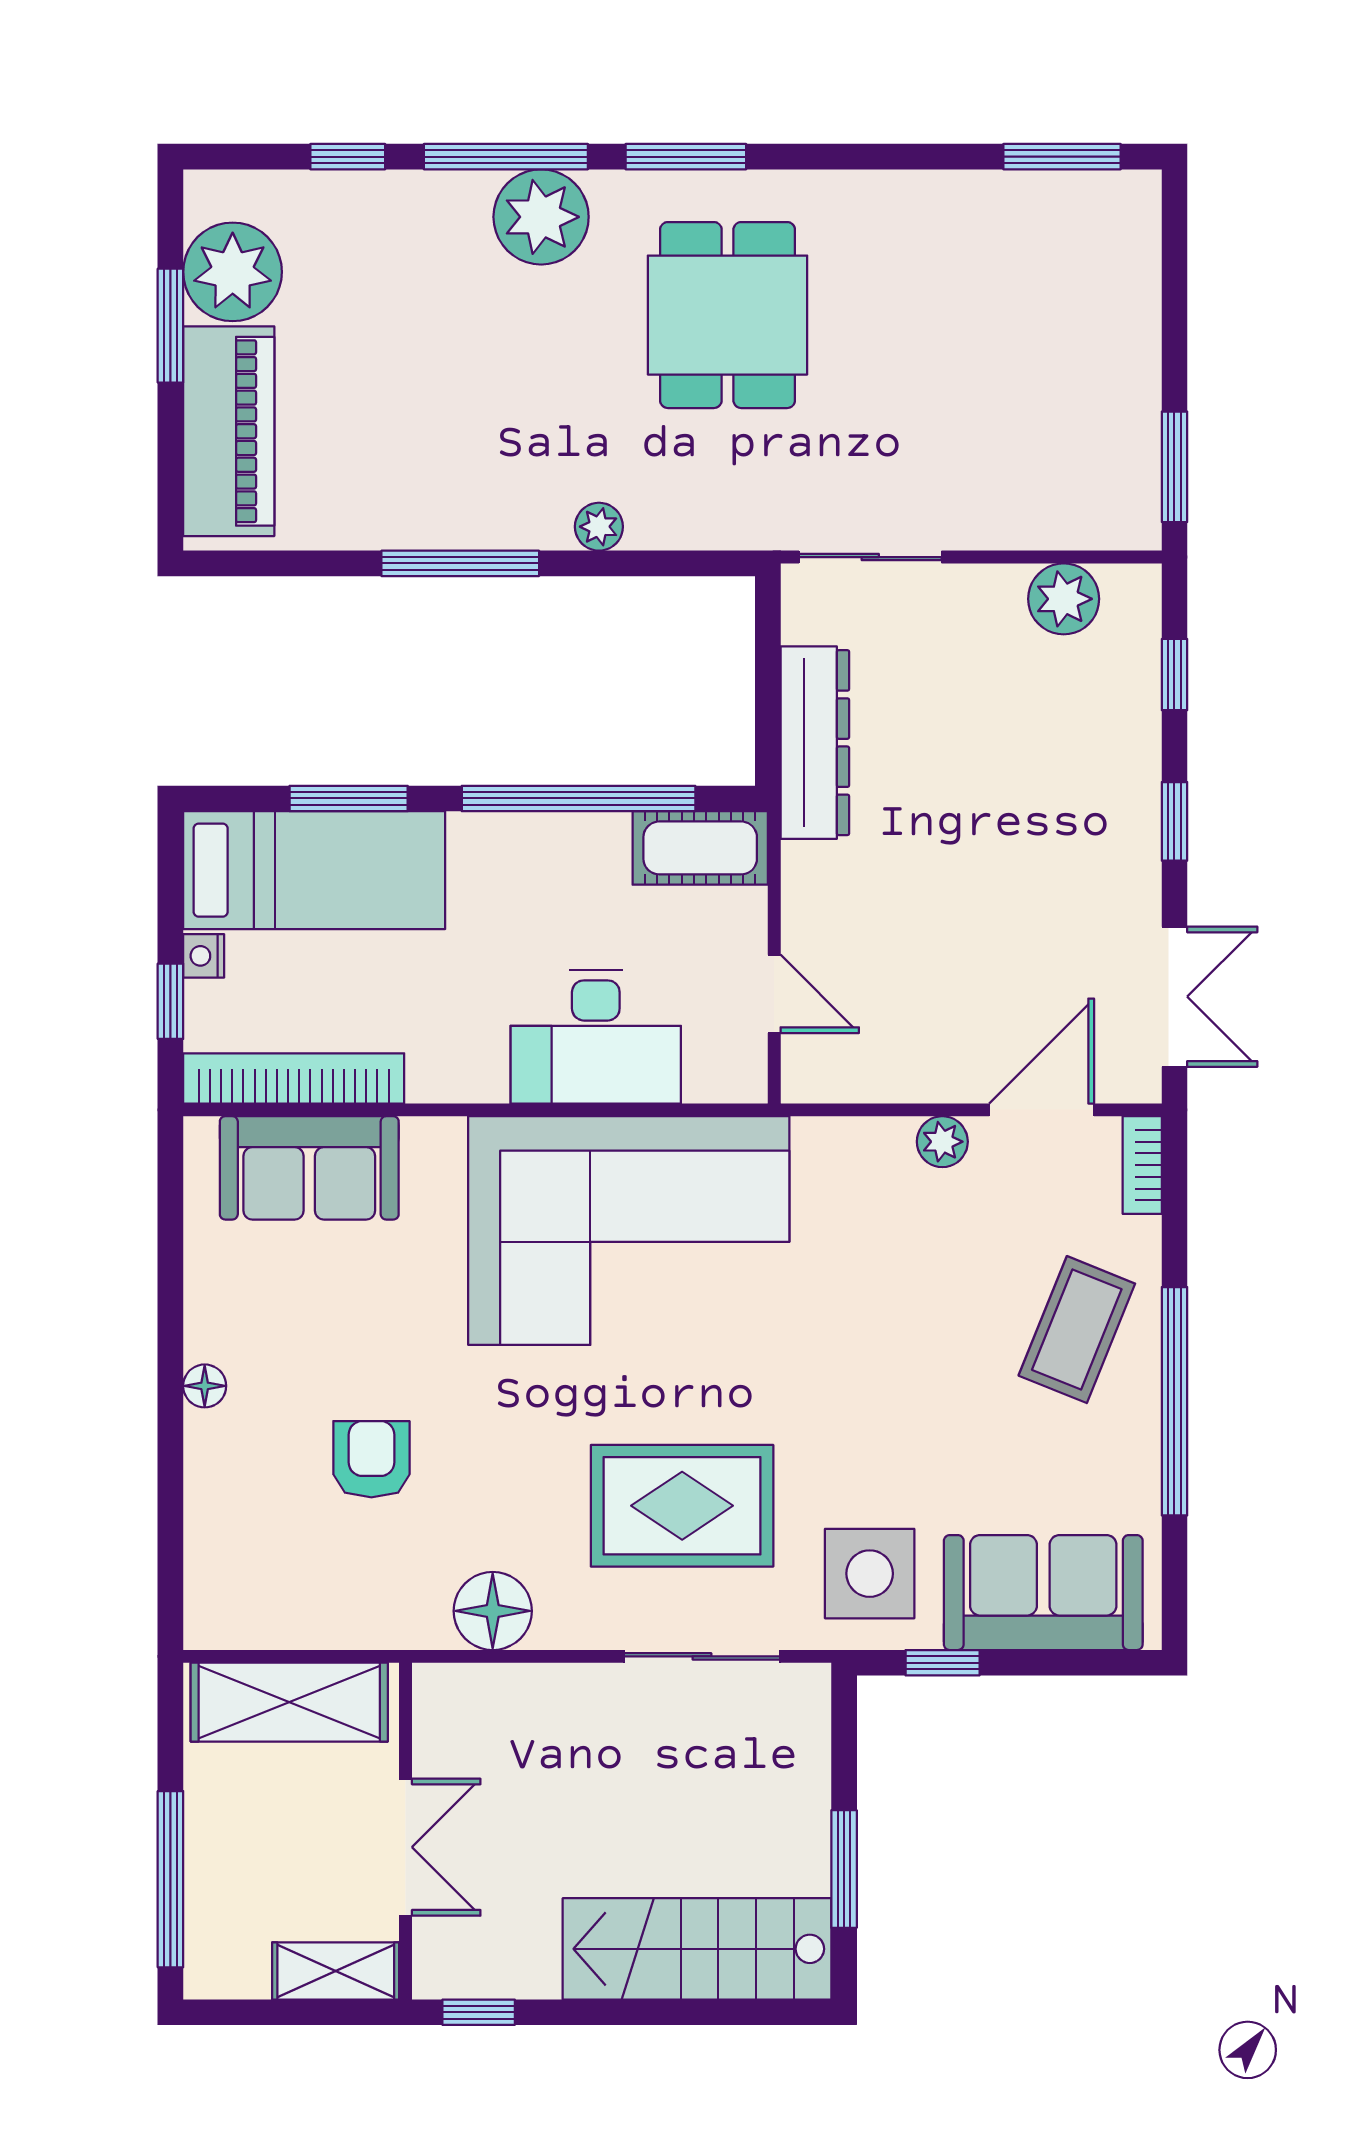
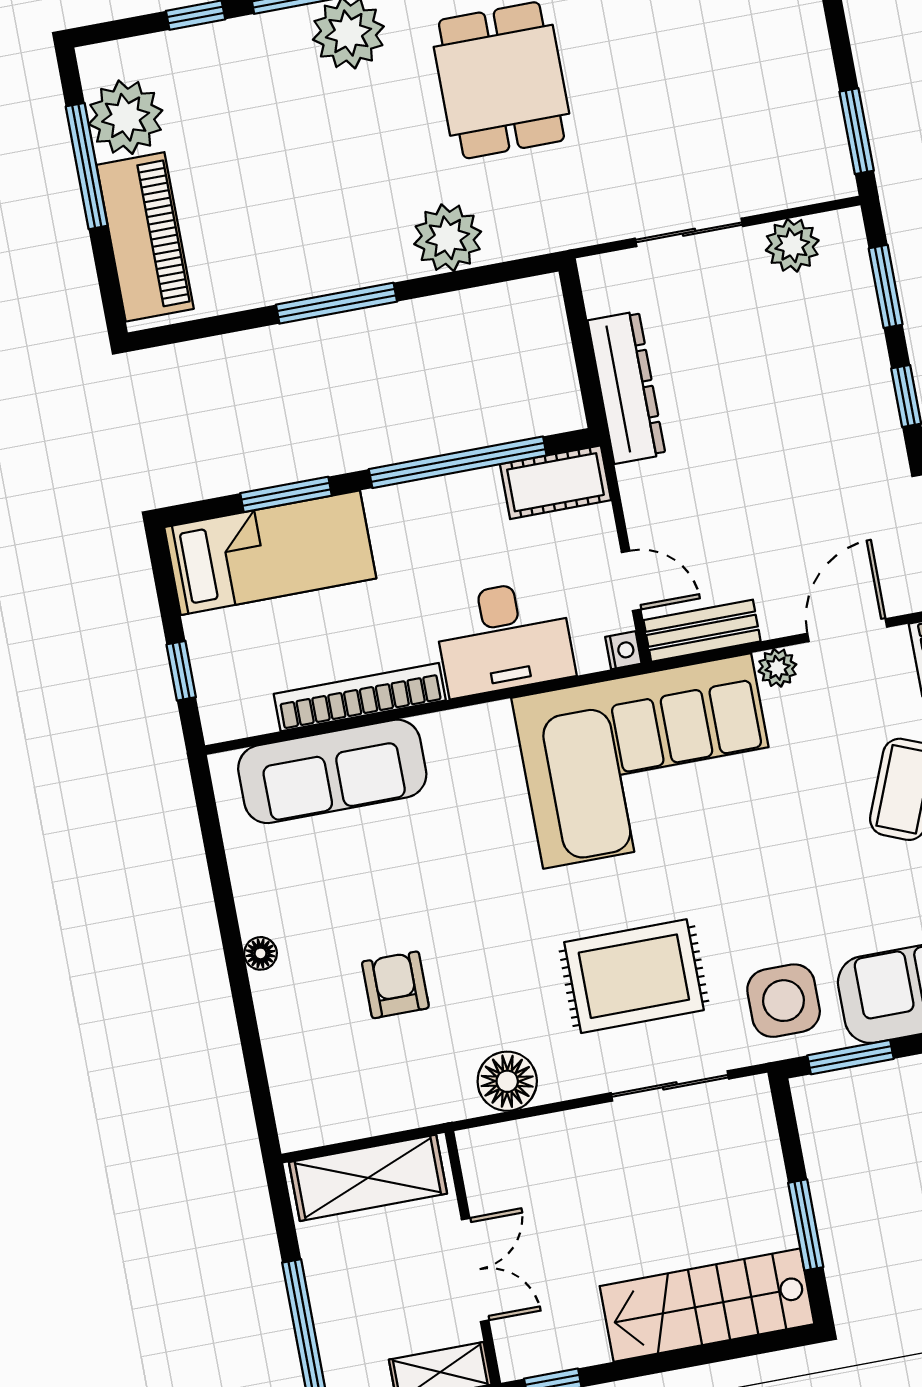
window: (170, 326) -> (87, 166), width x1.44
plant: (599, 527) -> (448, 238), width x1.88, depth x1.88
sliding door: (870, 557) -> (689, 232), moved
window: (1174, 675) -> (886, 286), width x1.50
nightstand: (204, 956) -> (623, 650), moved, turned 180
bench: (854, 1076) -> (702, 631), added
bookcase: (294, 1078) -> (360, 697), moved
sofa: (309, 1168) -> (332, 771), width x1.36
corner sofa: (629, 1231) -> (647, 761), moved
window: (943, 1663) -> (850, 1057), width x1.50

